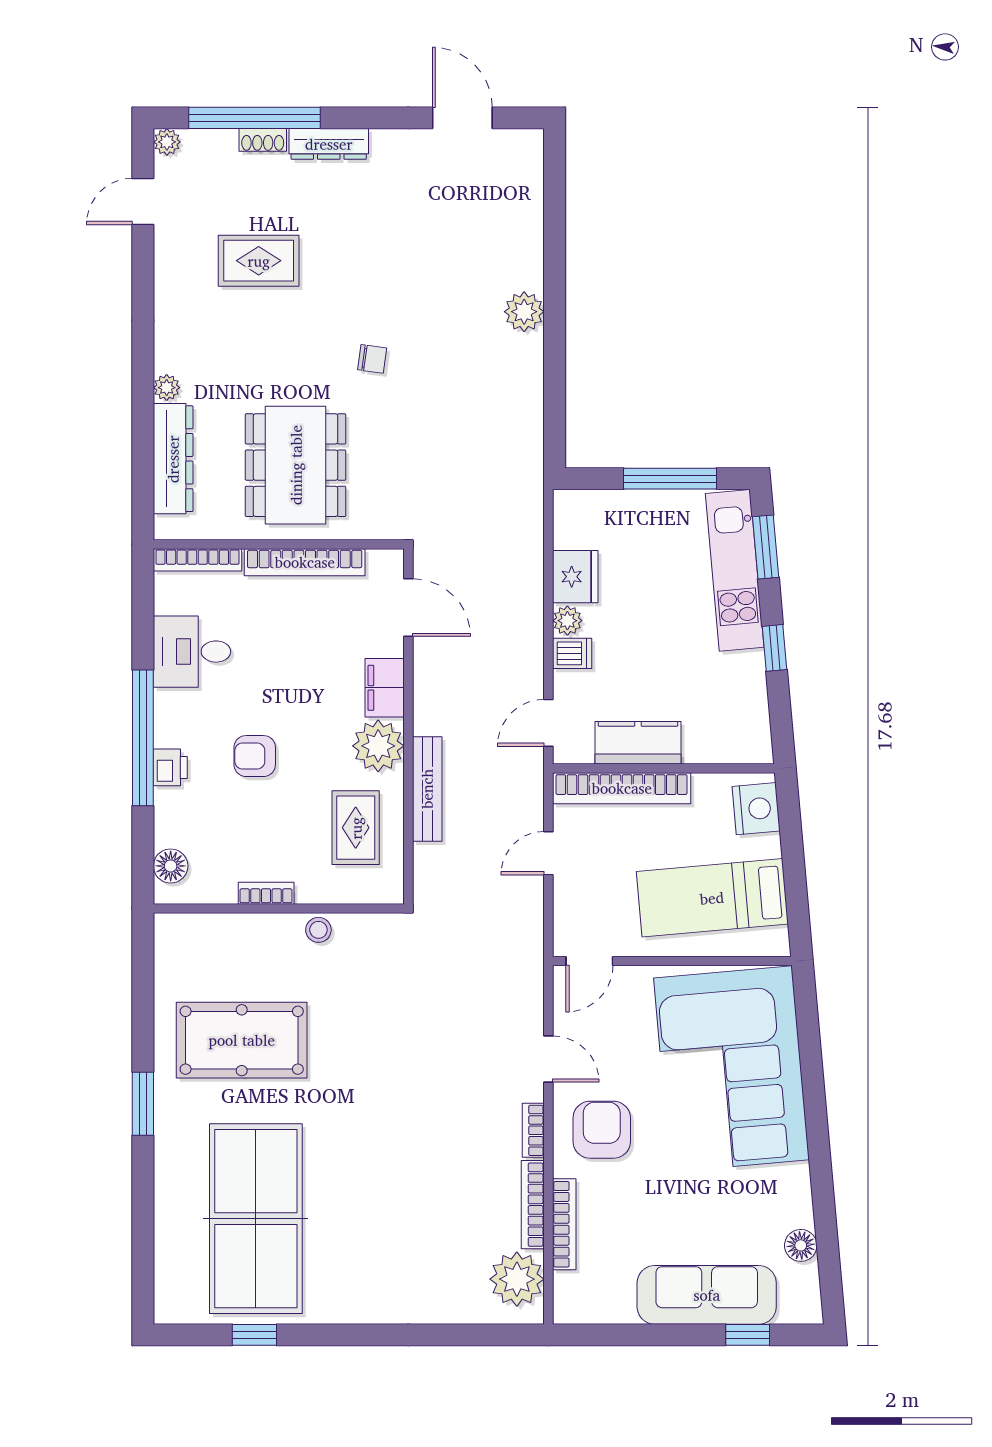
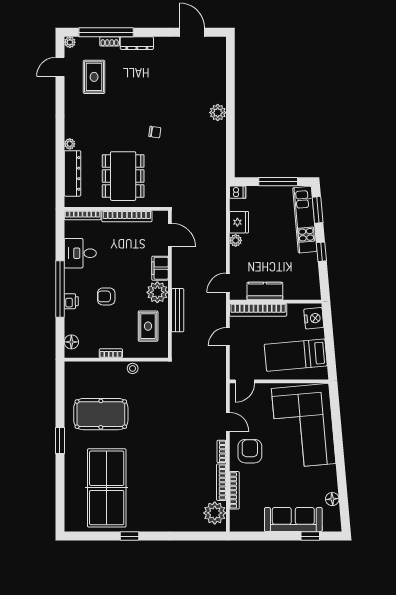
rug: (259, 261) -> (94, 77), moved, turned 90
dishwasher: (572, 653) -> (238, 192), moved
window: (254, 1335) -> (129, 536), moved

